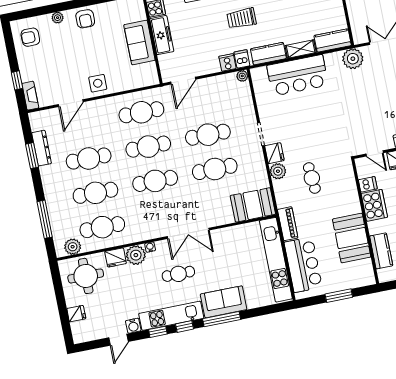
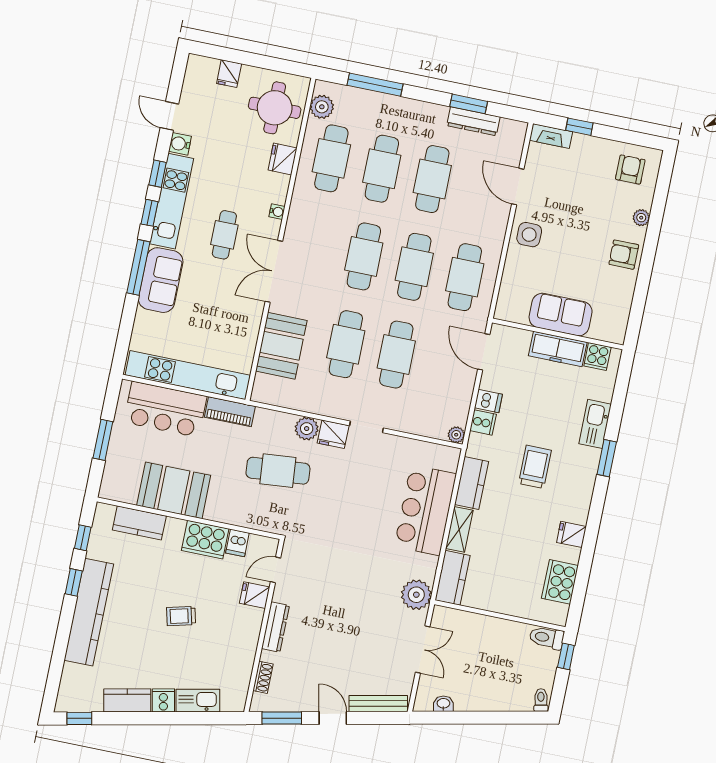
dishwasher: (242, 59) -> (488, 401), moved
cafe table: (312, 178) -> (278, 471), width x1.37, depth x1.35
booth: (253, 205) -> (281, 346), moved
plant: (136, 255) -> (274, 188), removed

